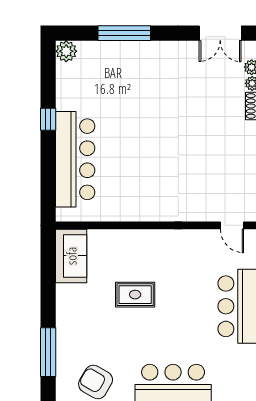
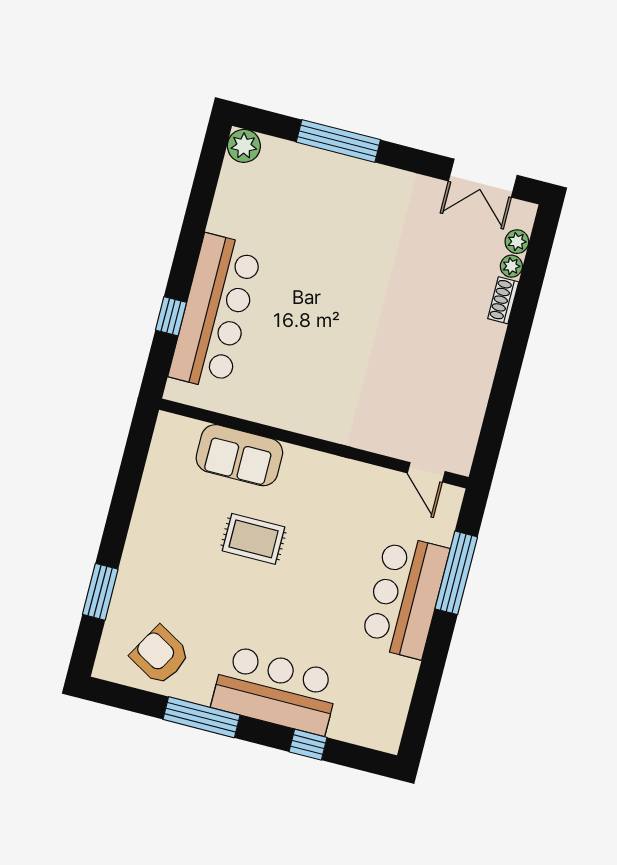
window: (48, 119) -> (171, 316), moved
sofa: (71, 256) -> (239, 455), moved, turned 90
window: (48, 352) -> (100, 592), width x0.69

